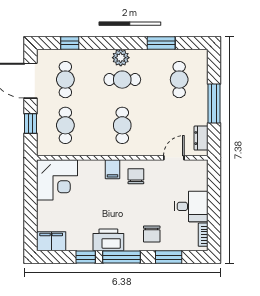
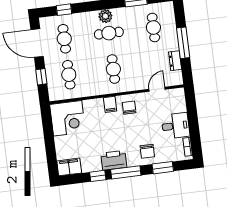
dresser: (201, 138) -> (175, 61), moved

